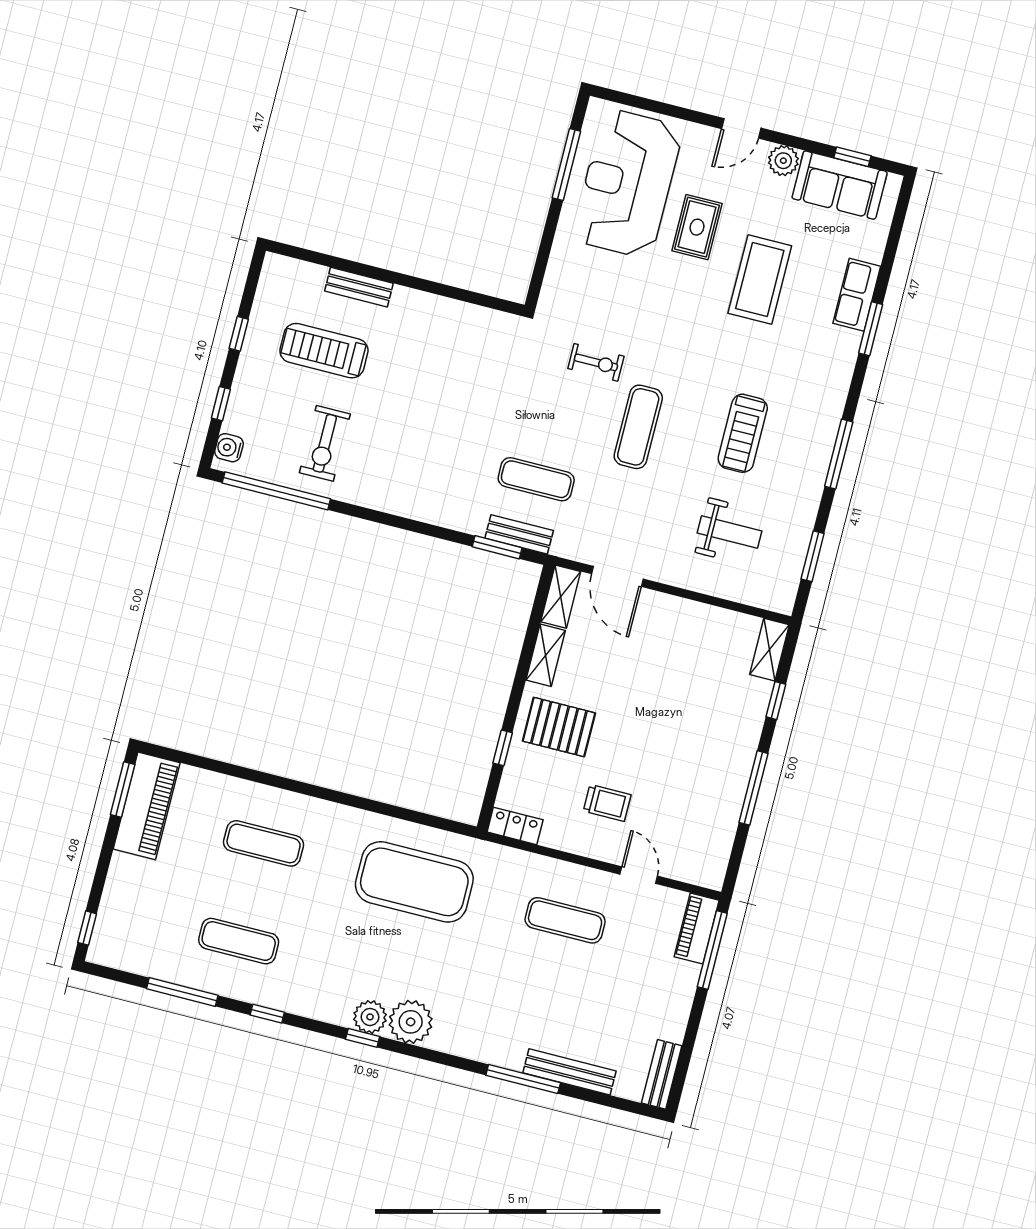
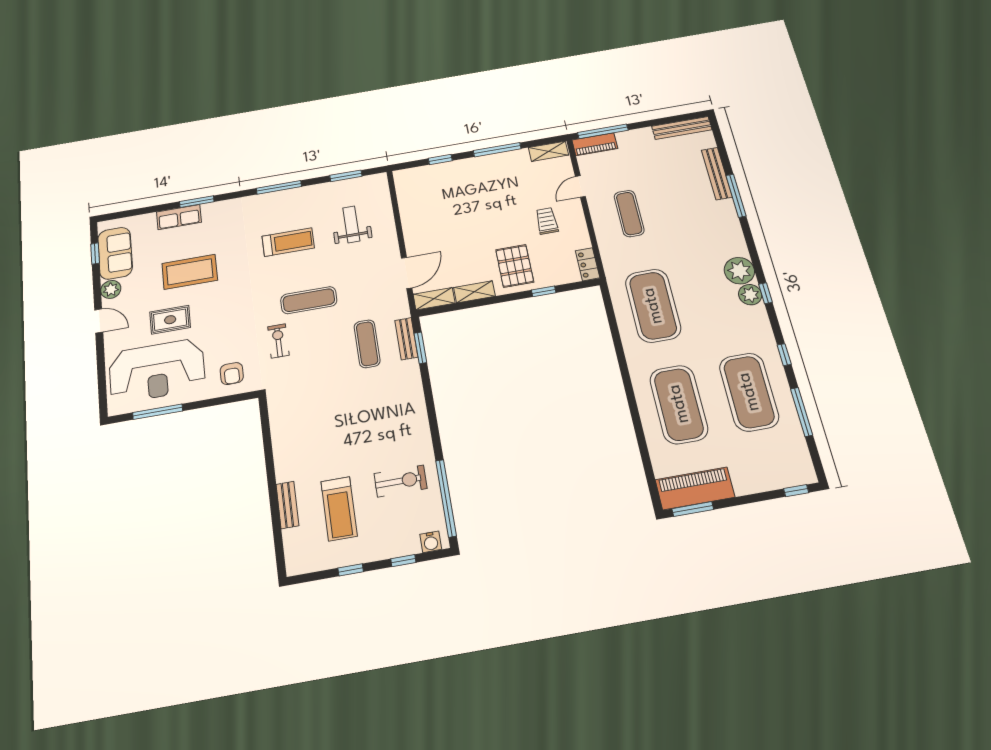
armchair: (577, 282) -> (232, 374), added
shelving: (769, 650) -> (549, 151), moved
exercise mat: (264, 843) -> (679, 404), width x2.00, depth x1.45
exercise mat: (239, 941) -> (749, 392), width x2.00, depth x1.45
bench: (662, 1074) -> (682, 128), width x1.36

